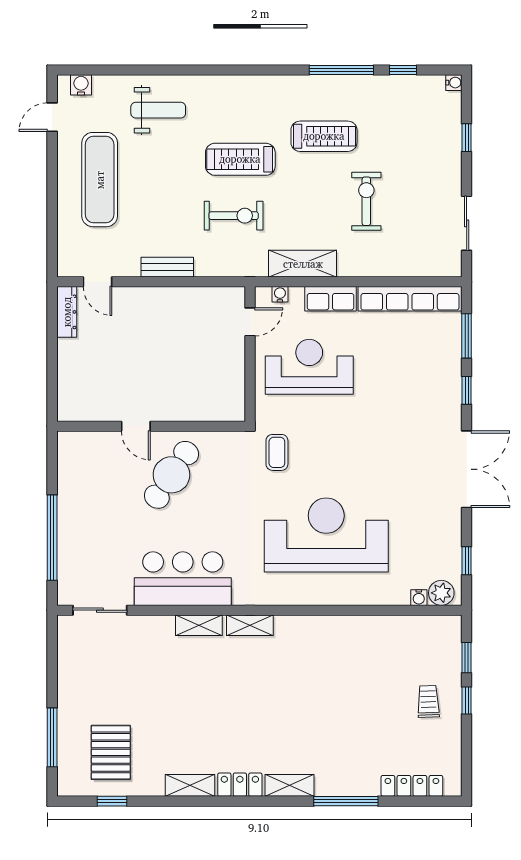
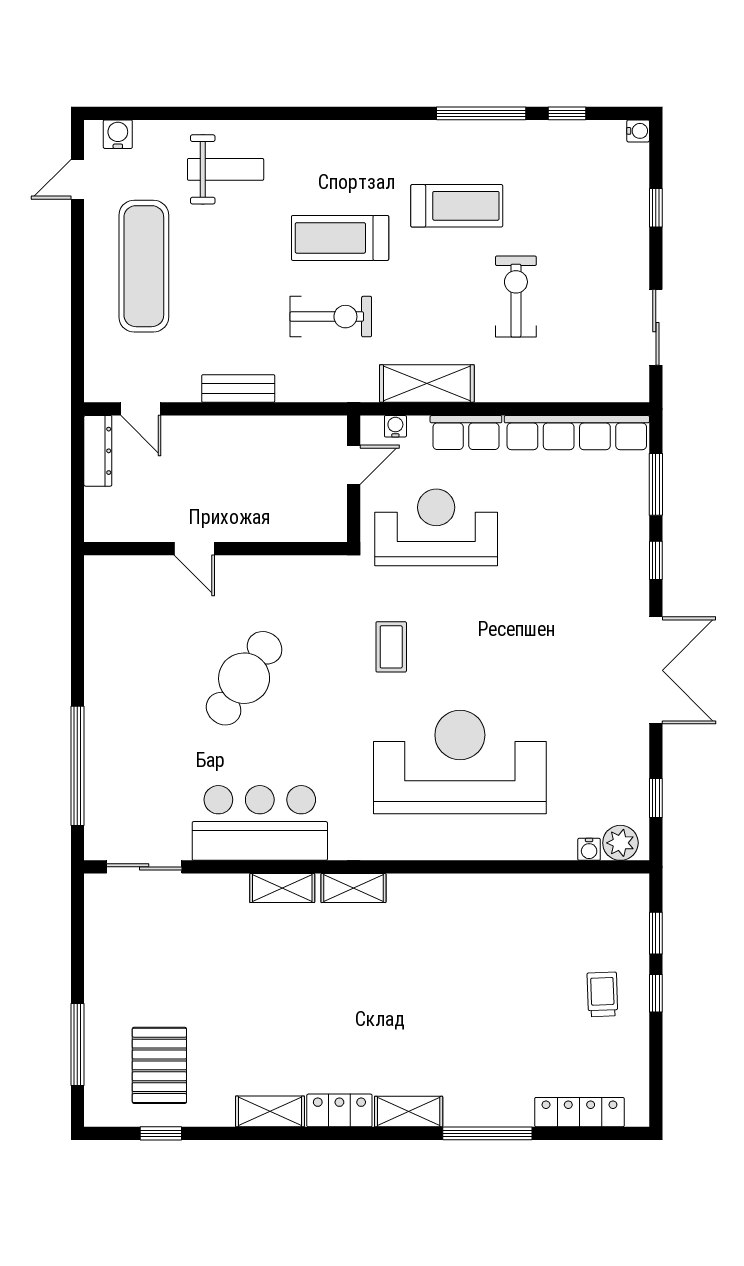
door: (136, 426) -> (194, 549), moved
wall: (151, 426) -> (216, 549), moved

